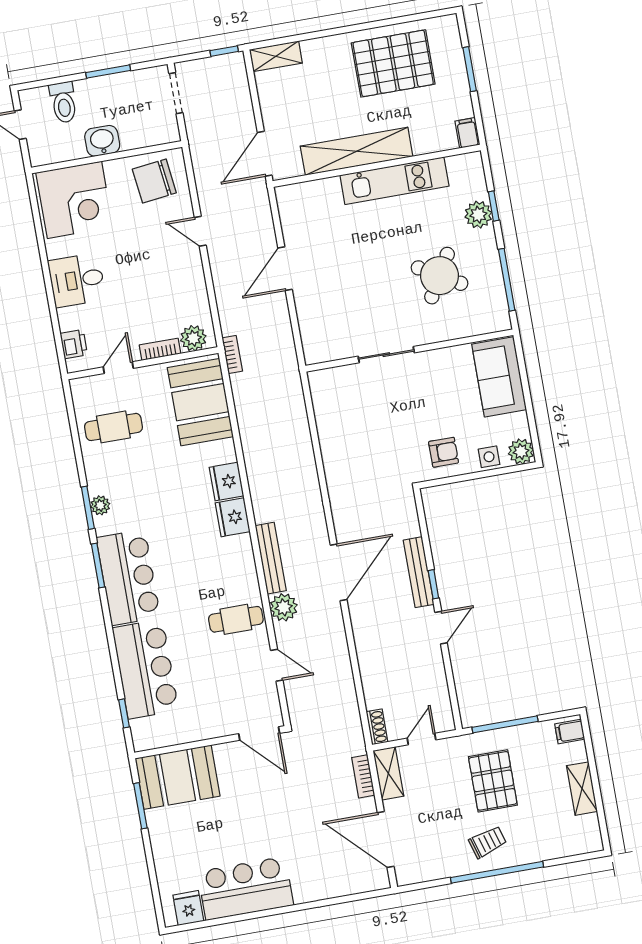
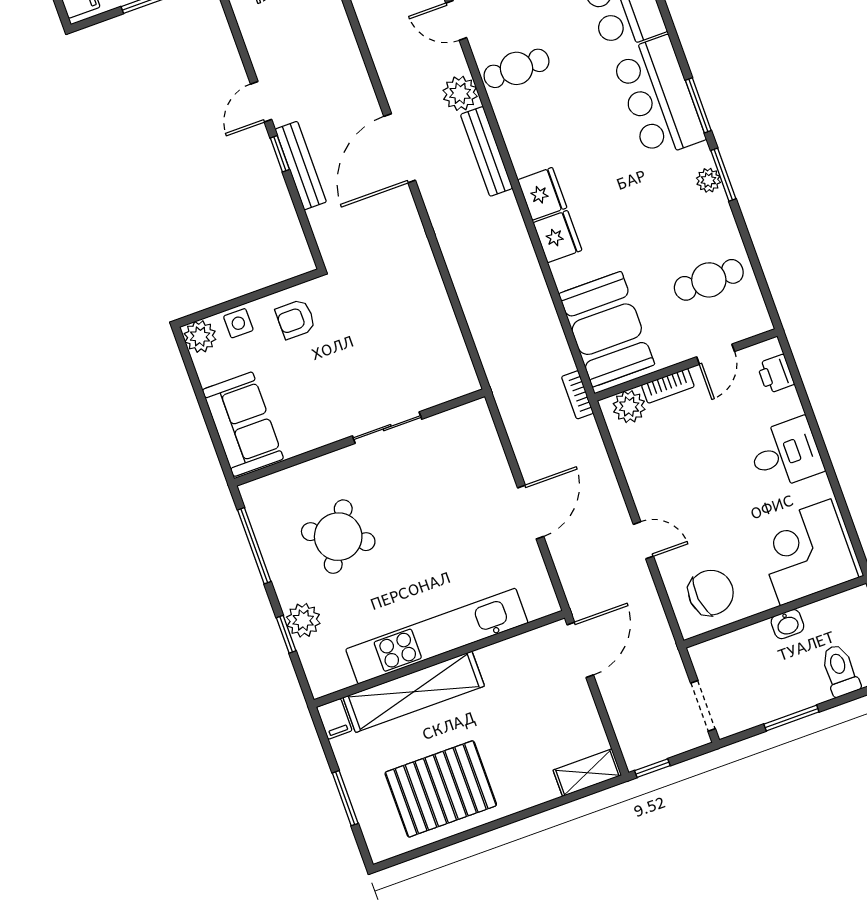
washbasin: (102, 141) -> (787, 624), width x0.72, depth x0.69
shelving: (357, 151) -> (414, 692), moved
kitchen unit: (394, 181) -> (437, 636), width x1.36

